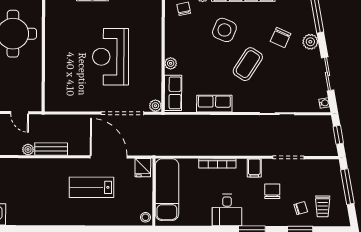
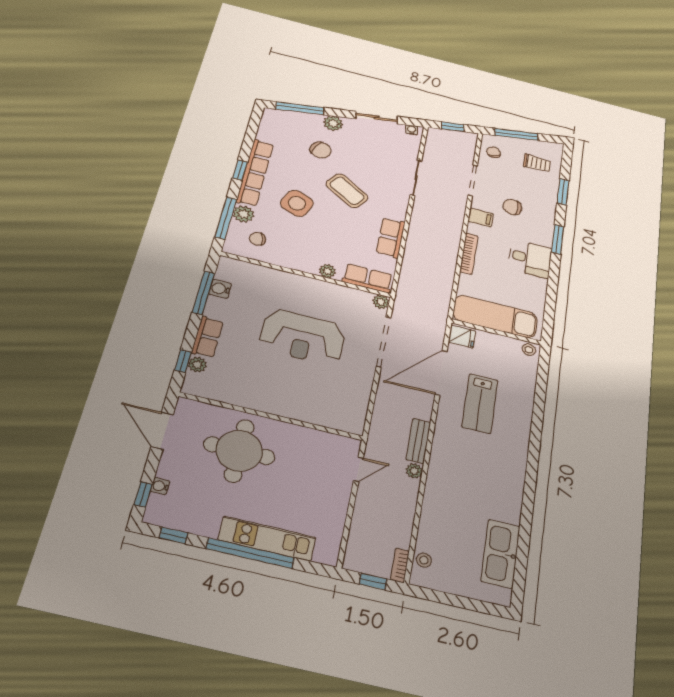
chair: (301, 208) -> (494, 152), moved

